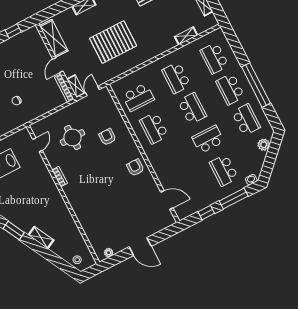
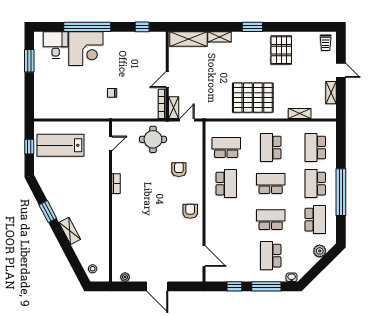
shelving: (54, 38) -> (189, 39), moved, turned 90
pallet: (113, 42) -> (253, 98), moved
school desk: (138, 97) -> (226, 148), turned 180
school desk: (192, 109) -> (271, 184), turned -90
school desk: (154, 128) -> (226, 184), turned 180
round table: (73, 138) -> (153, 139), moved

